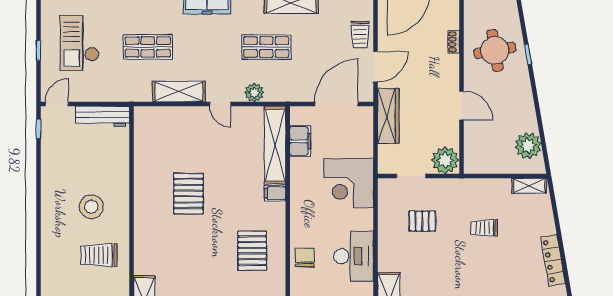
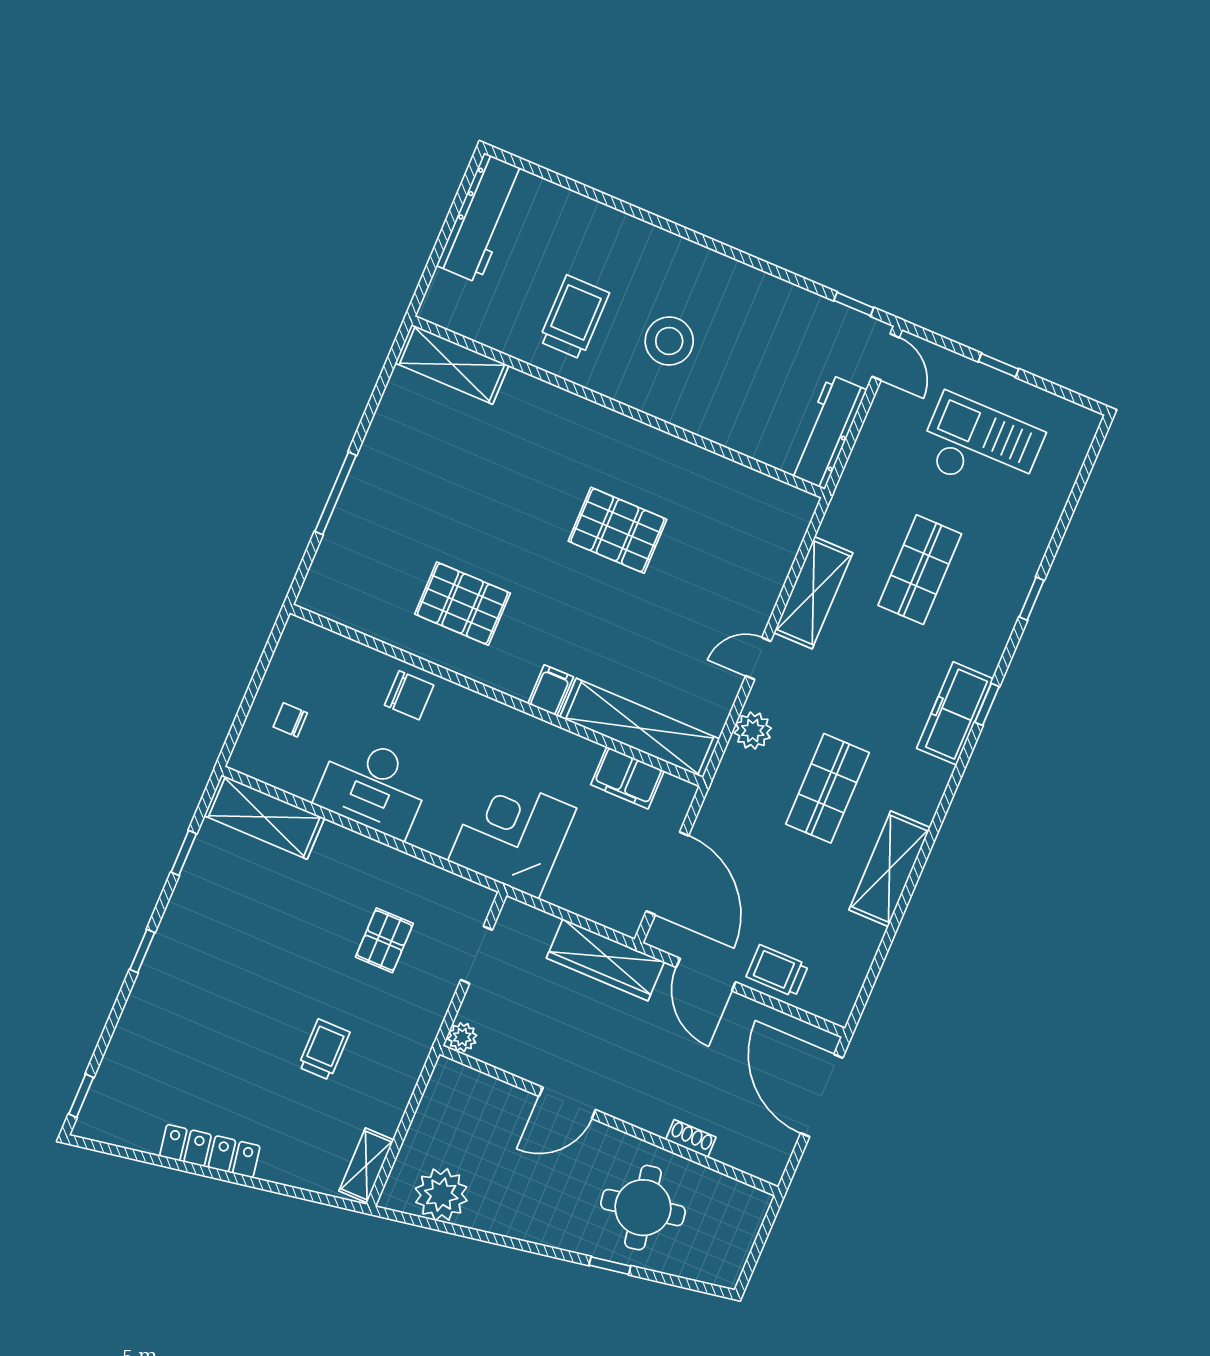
plant: (445, 160) -> (462, 1037), width x0.53, depth x0.53

